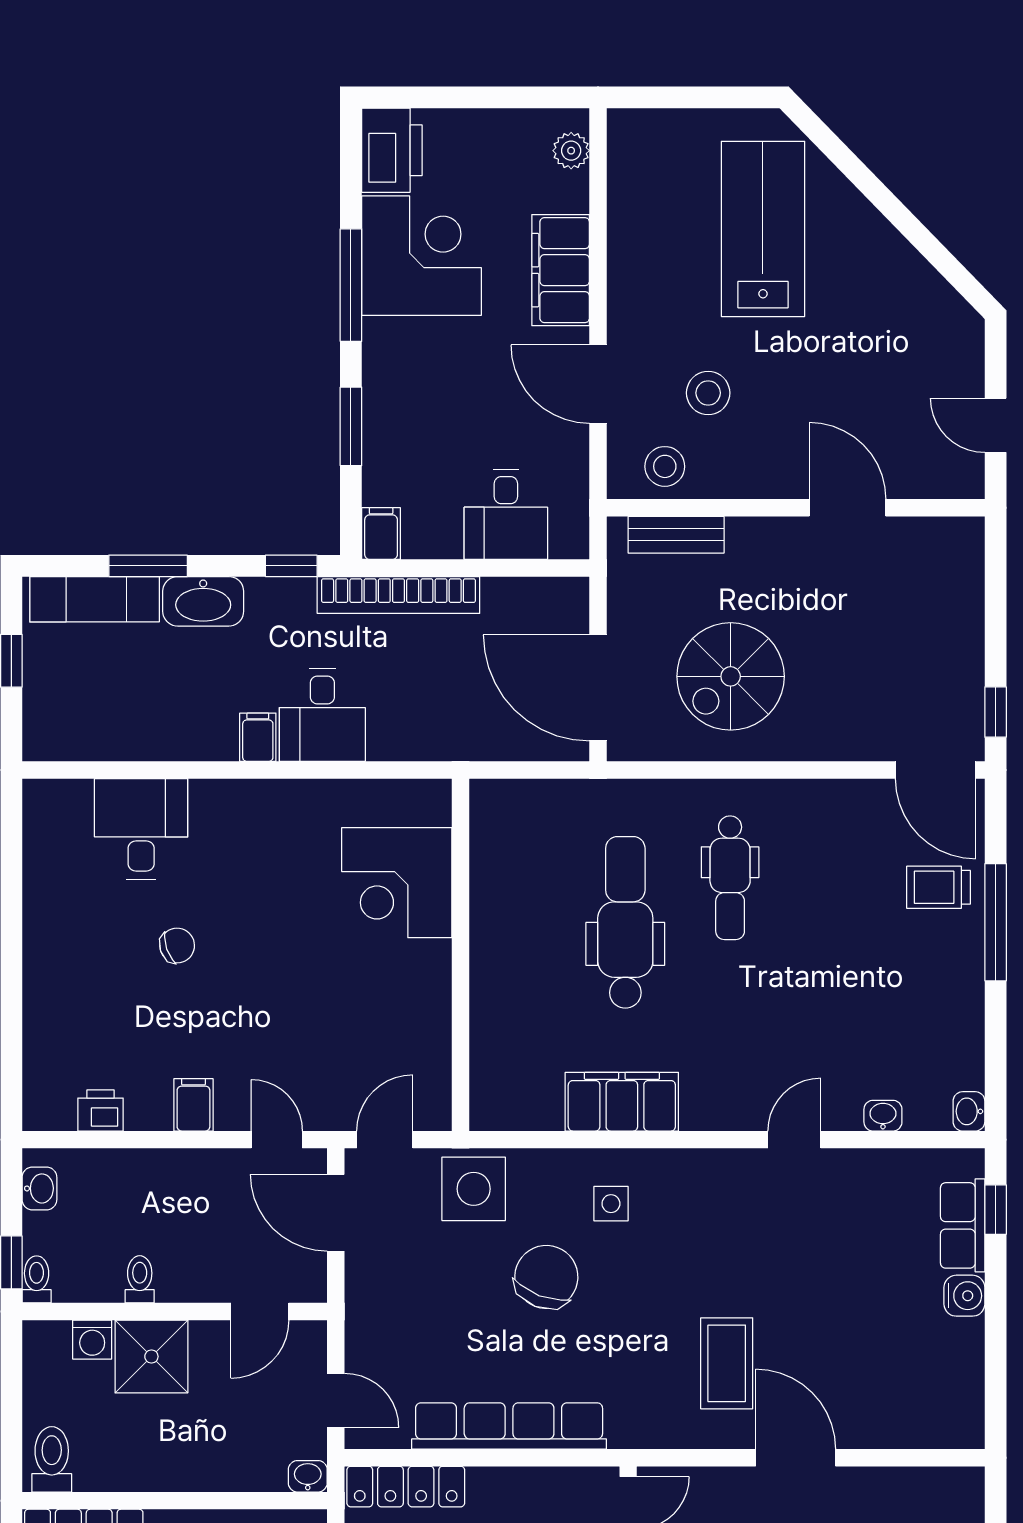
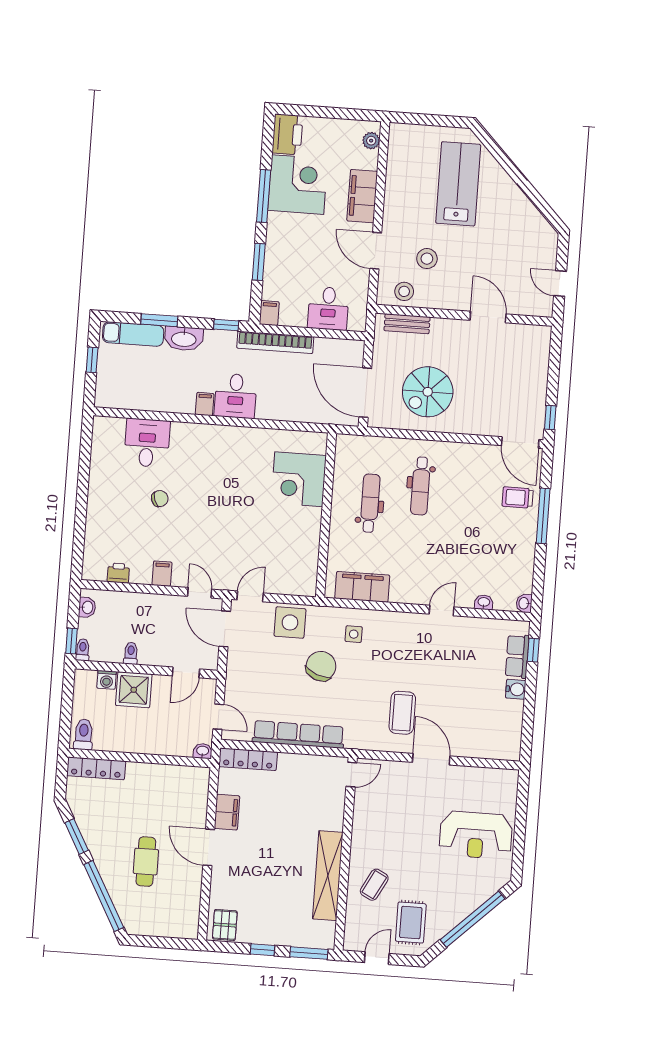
corner desk: (397, 883) -> (299, 479), moved
dental chair: (625, 922) -> (370, 503), width x0.73, depth x0.72
wall: (460, 955) -> (326, 515), moved

